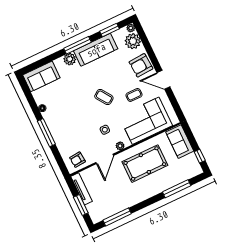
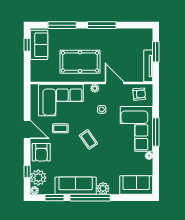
window: (145, 42) -> (27, 172), added
window: (77, 45) -> (90, 198), width x1.46
armchair: (141, 65) -> (41, 152), turned 94
corner sofa: (65, 127) -> (136, 129), added
sofa: (180, 142) -> (39, 45), moved
door: (105, 159) -> (114, 83), hinge flipped
window: (117, 217) -> (102, 25), moved

